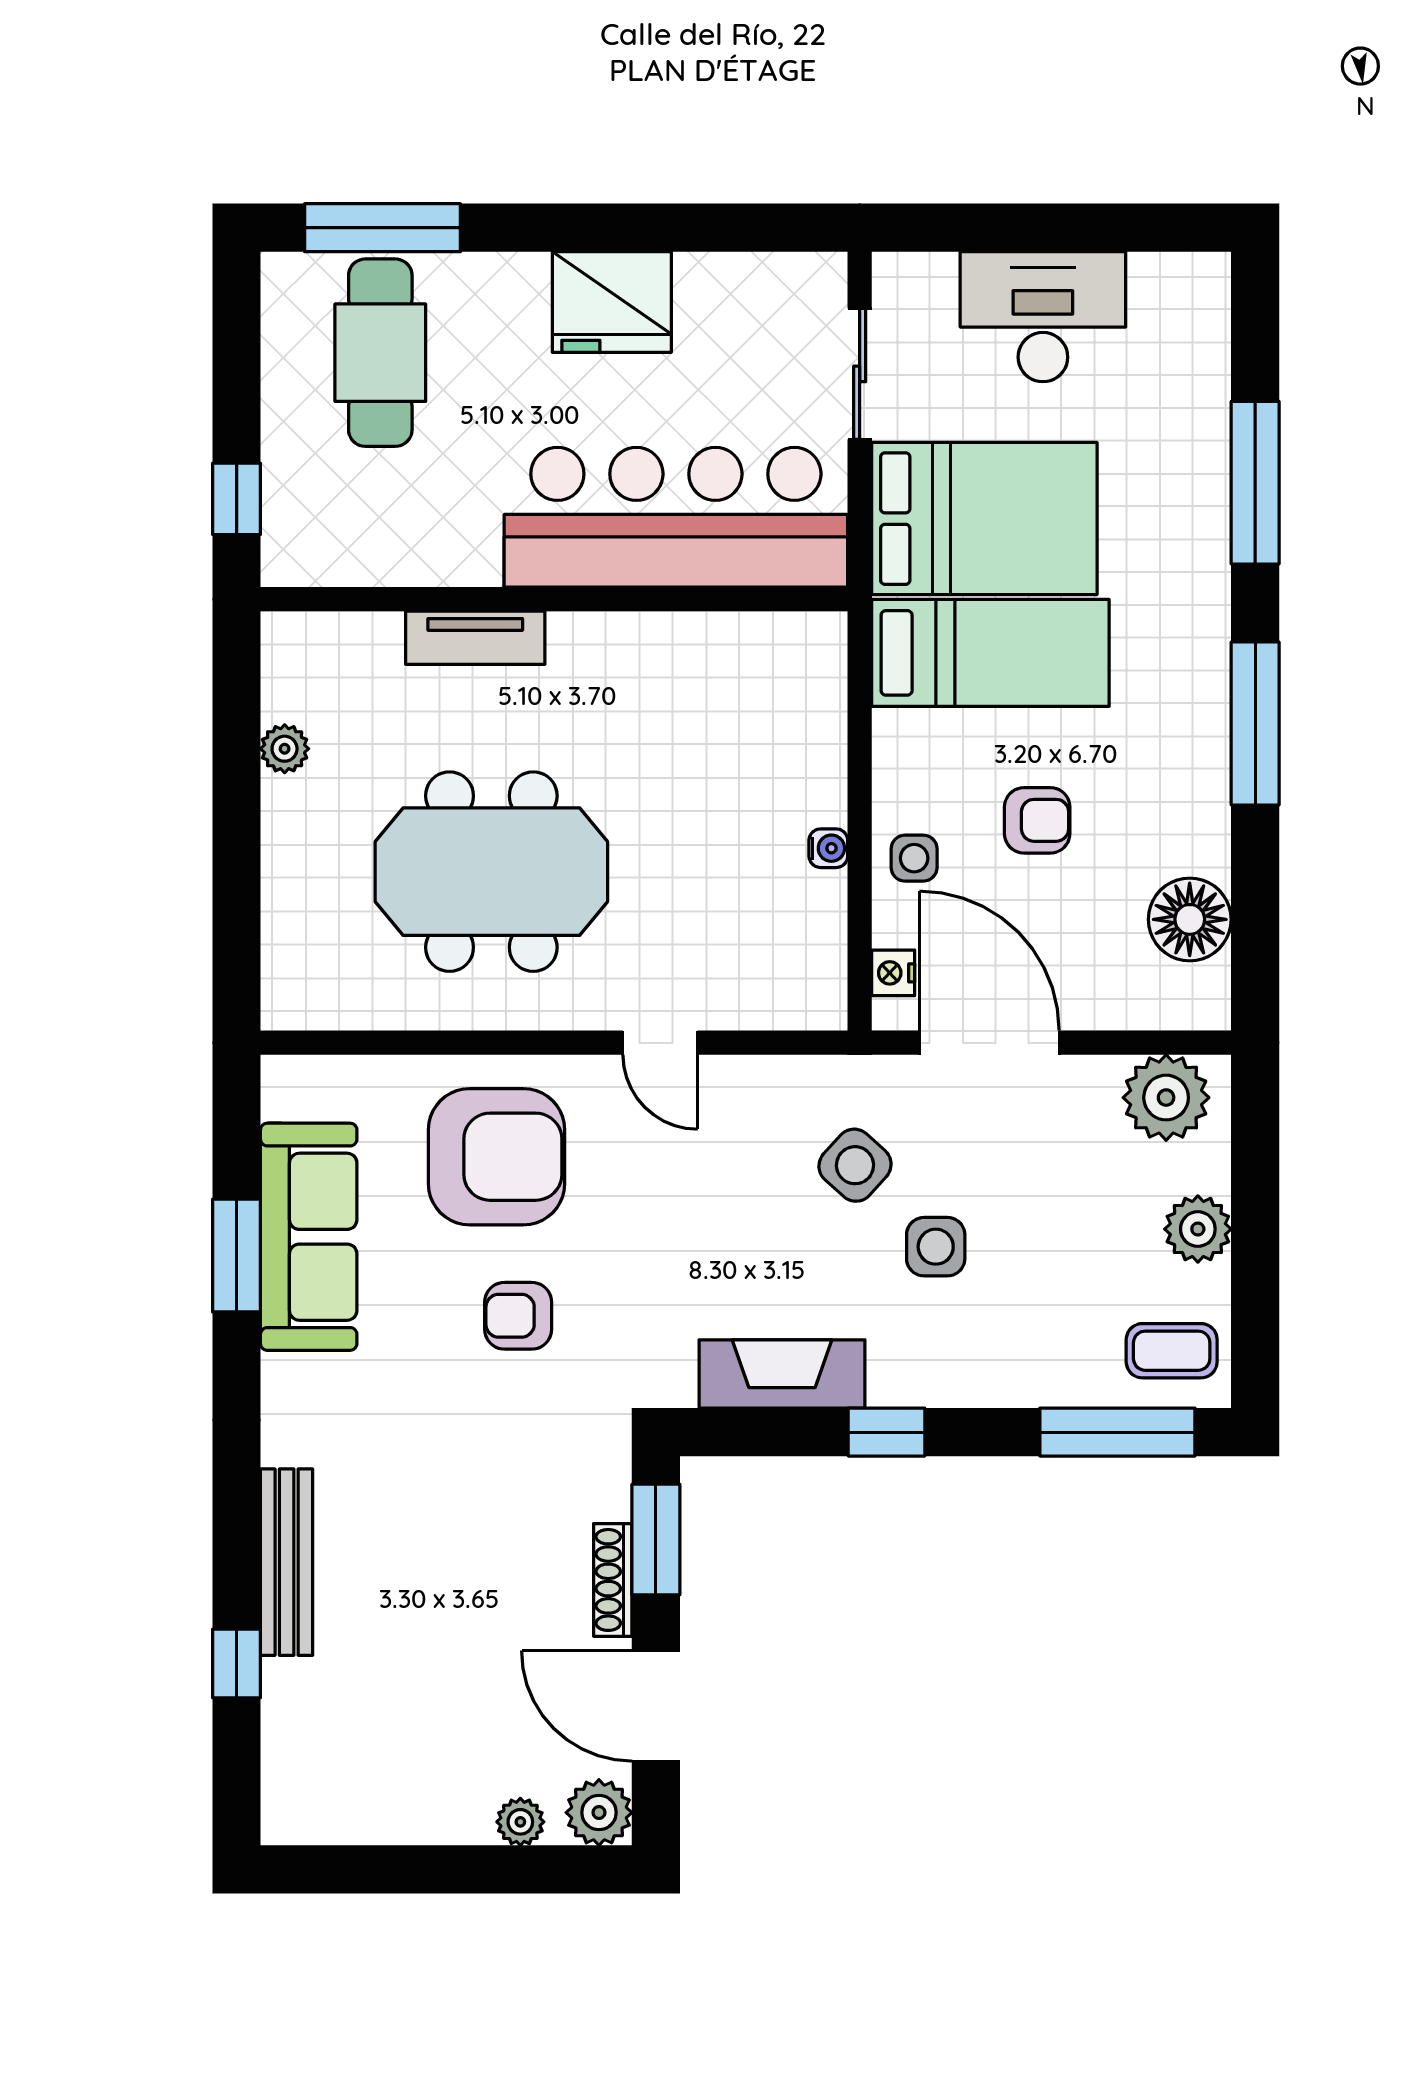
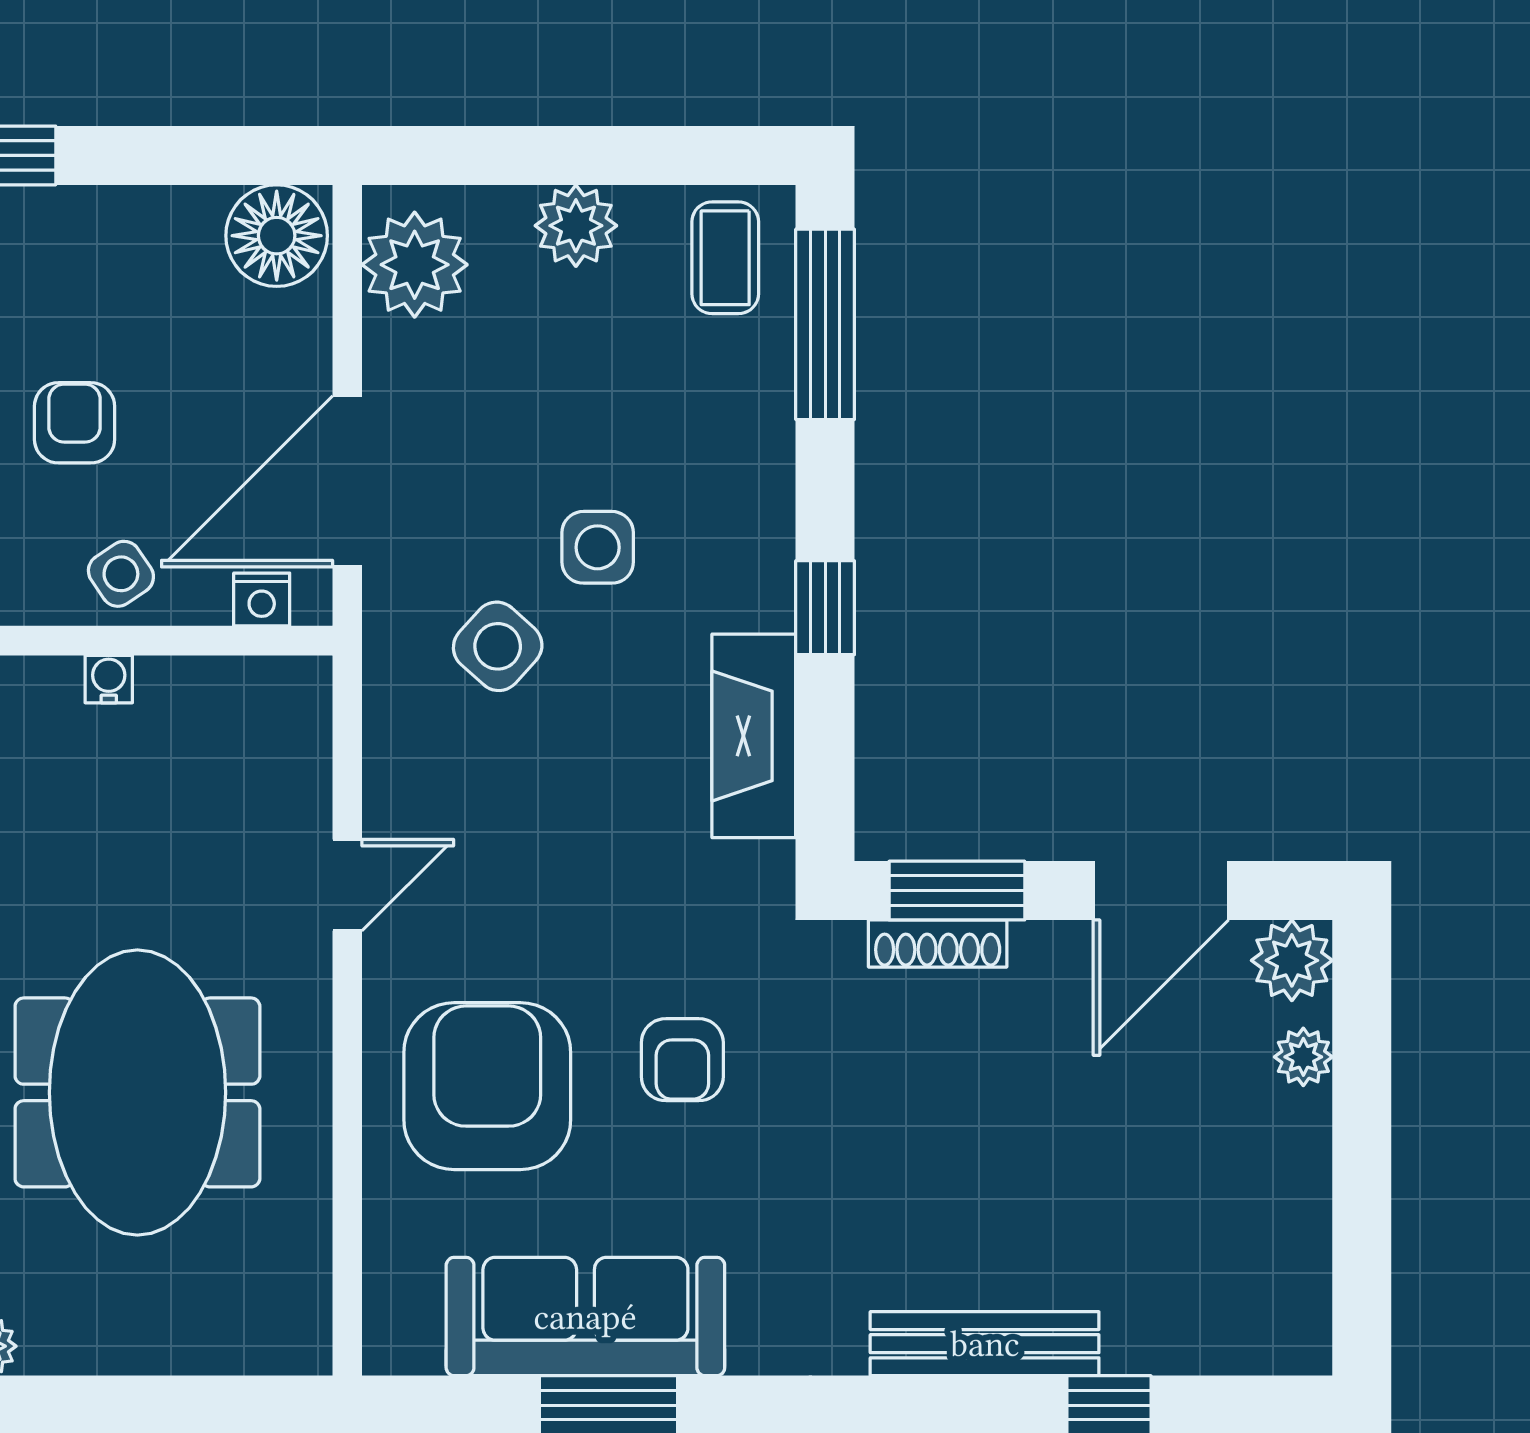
side table: (914, 858) -> (121, 574), turned -34
floor lamp: (1190, 919) -> (277, 236), moved
shoe rack: (613, 1580) -> (938, 943), moved

